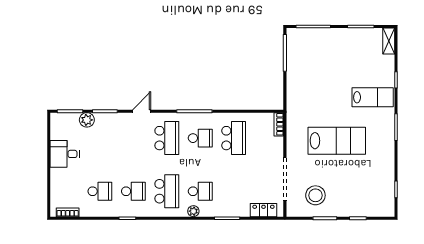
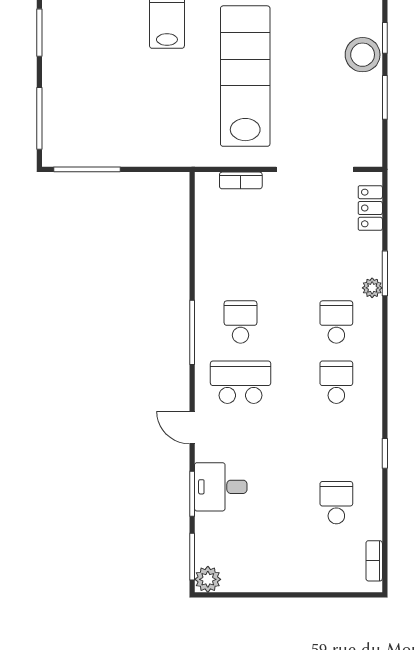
plant: (87, 120) -> (208, 579), moved
bookcase: (279, 124) -> (241, 180), moved
school desk: (234, 138) -> (241, 262), removed
lab bench: (337, 141) -> (245, 76), width x1.36
desk: (65, 154) -> (221, 487), moved, turned 90
school desk: (133, 191) -> (336, 442), removed
school desk: (167, 191) -> (336, 382), width x0.54
stool: (315, 195) -> (363, 55), moved
plant: (193, 211) -> (372, 288), moved

